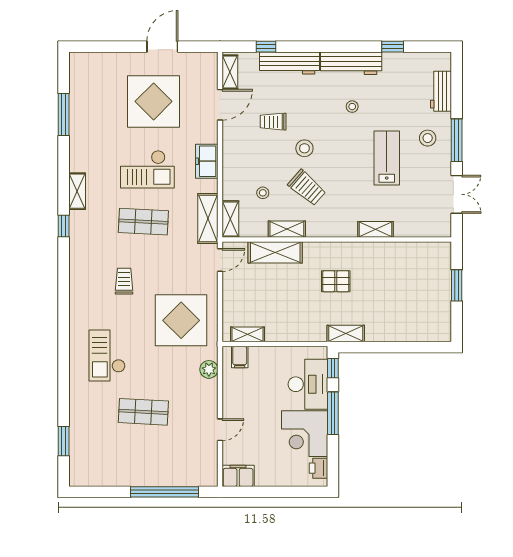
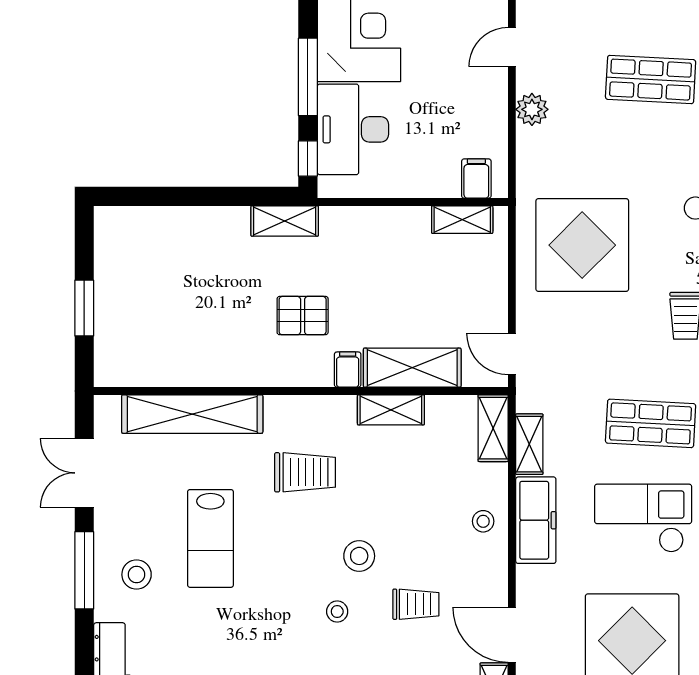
door: (220, 105) -> (512, 635), hinge flipped
stool: (352, 107) -> (337, 612), moved
freezer: (207, 161) -> (536, 520), width x1.40
trolley: (307, 188) -> (305, 472), moved, turned 139
stool: (263, 193) -> (483, 521), moved
shelving: (208, 218) -> (529, 444), width x0.67, depth x0.75
shelving: (376, 229) -> (192, 414), width x2.20, depth x1.33
filing cabinet: (311, 251) -> (348, 370), added
door: (220, 260) -> (512, 354), hinge flipped
plant: (209, 369) -> (532, 109), moved

